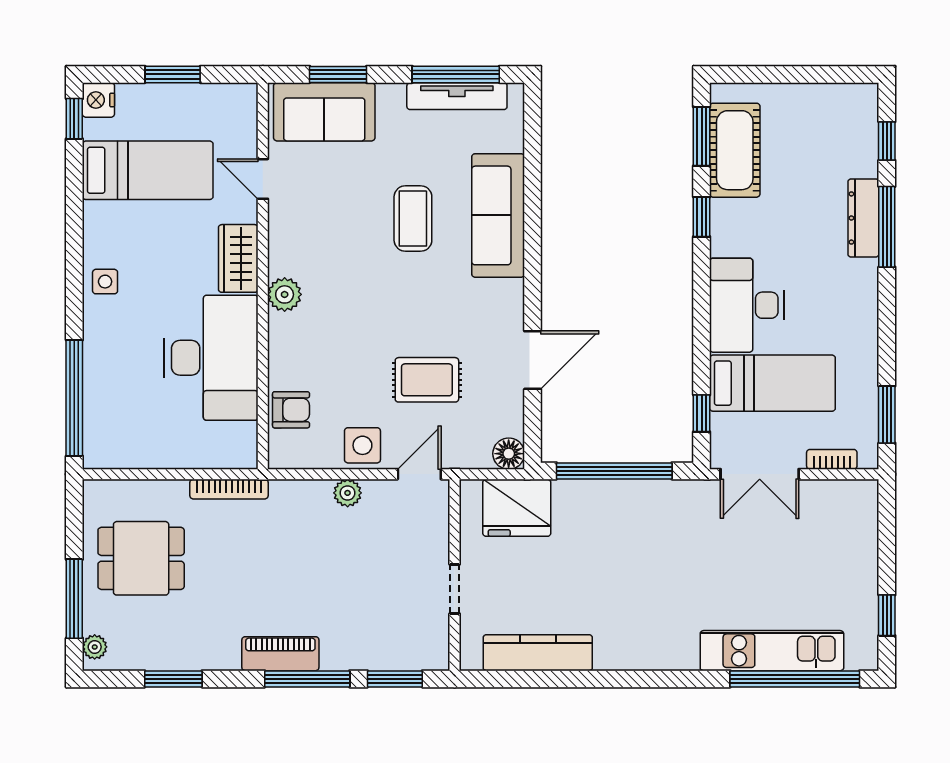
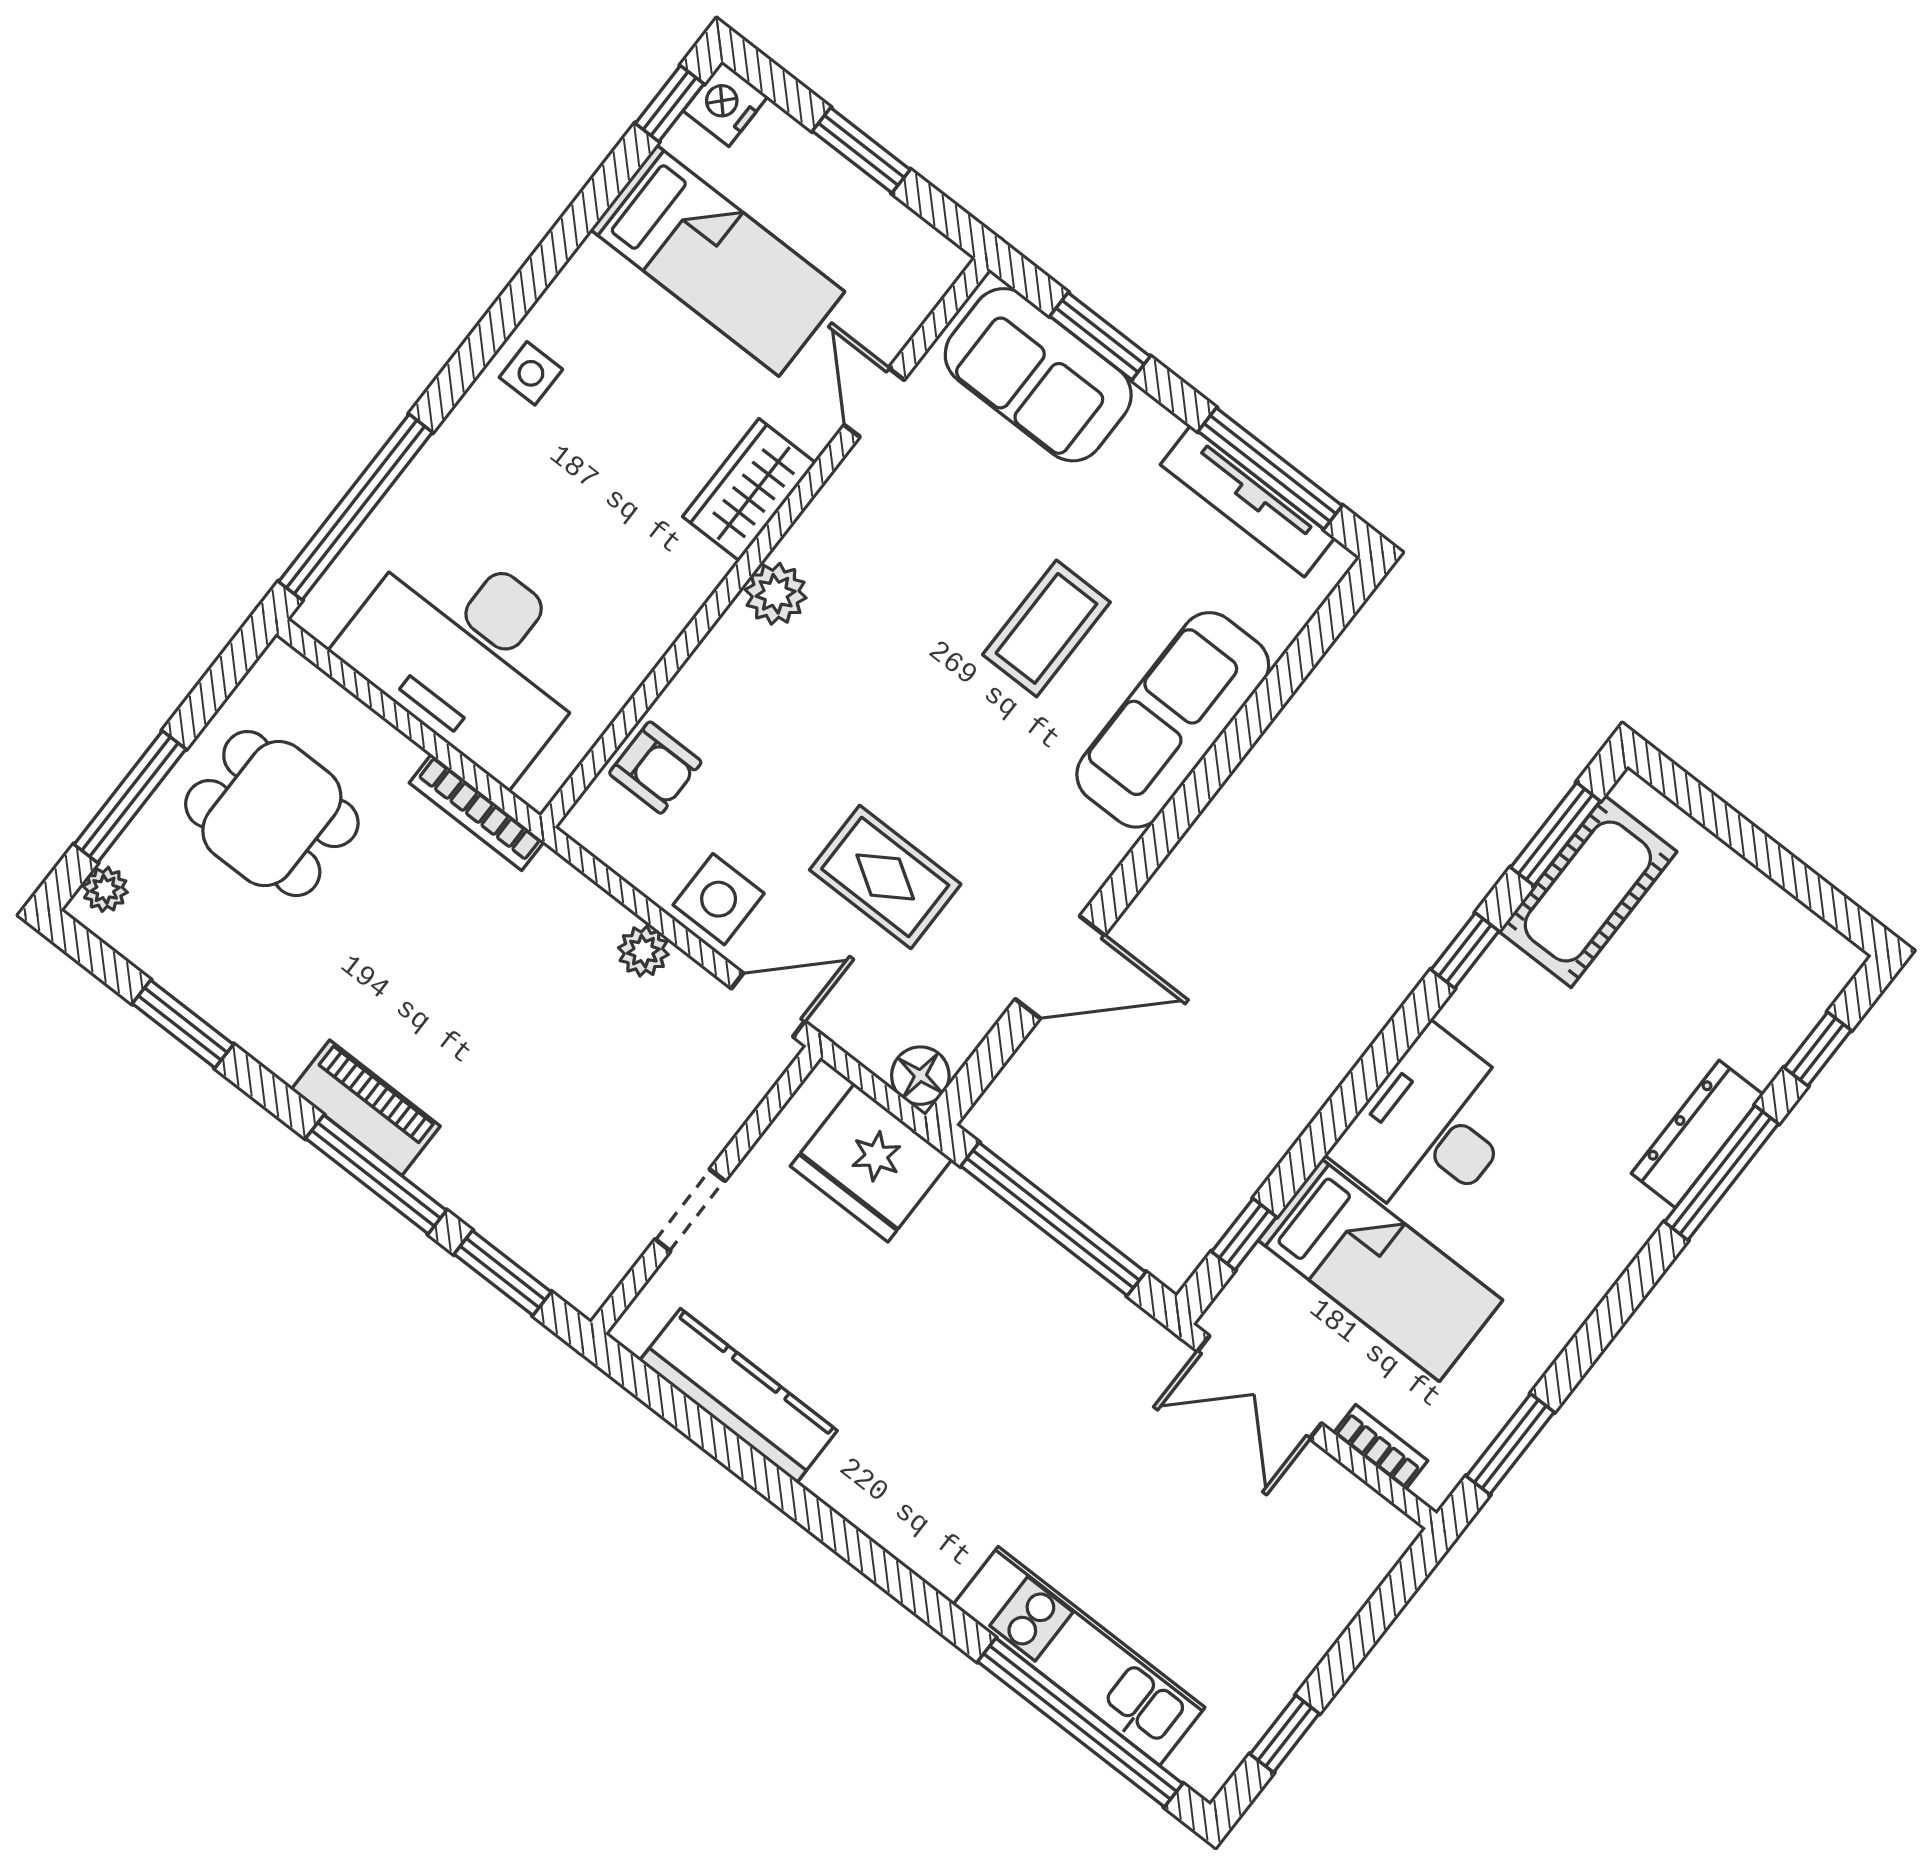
desk: (211, 358) -> (471, 653), moved, turned 90

